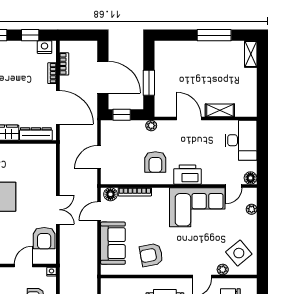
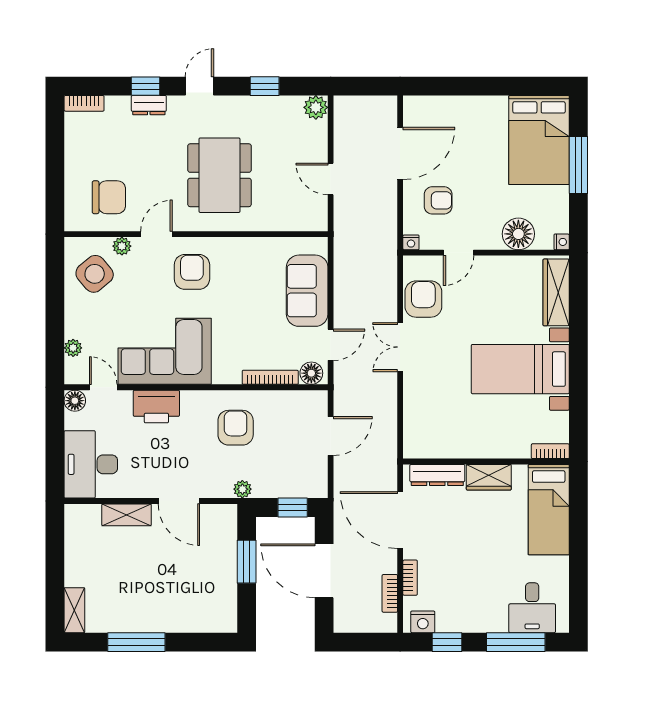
printer: (187, 175) -> (156, 407), moved
door: (234, 186) -> (103, 387), hinge flipped
armchair: (151, 255) -> (192, 272), moved, turned -79

